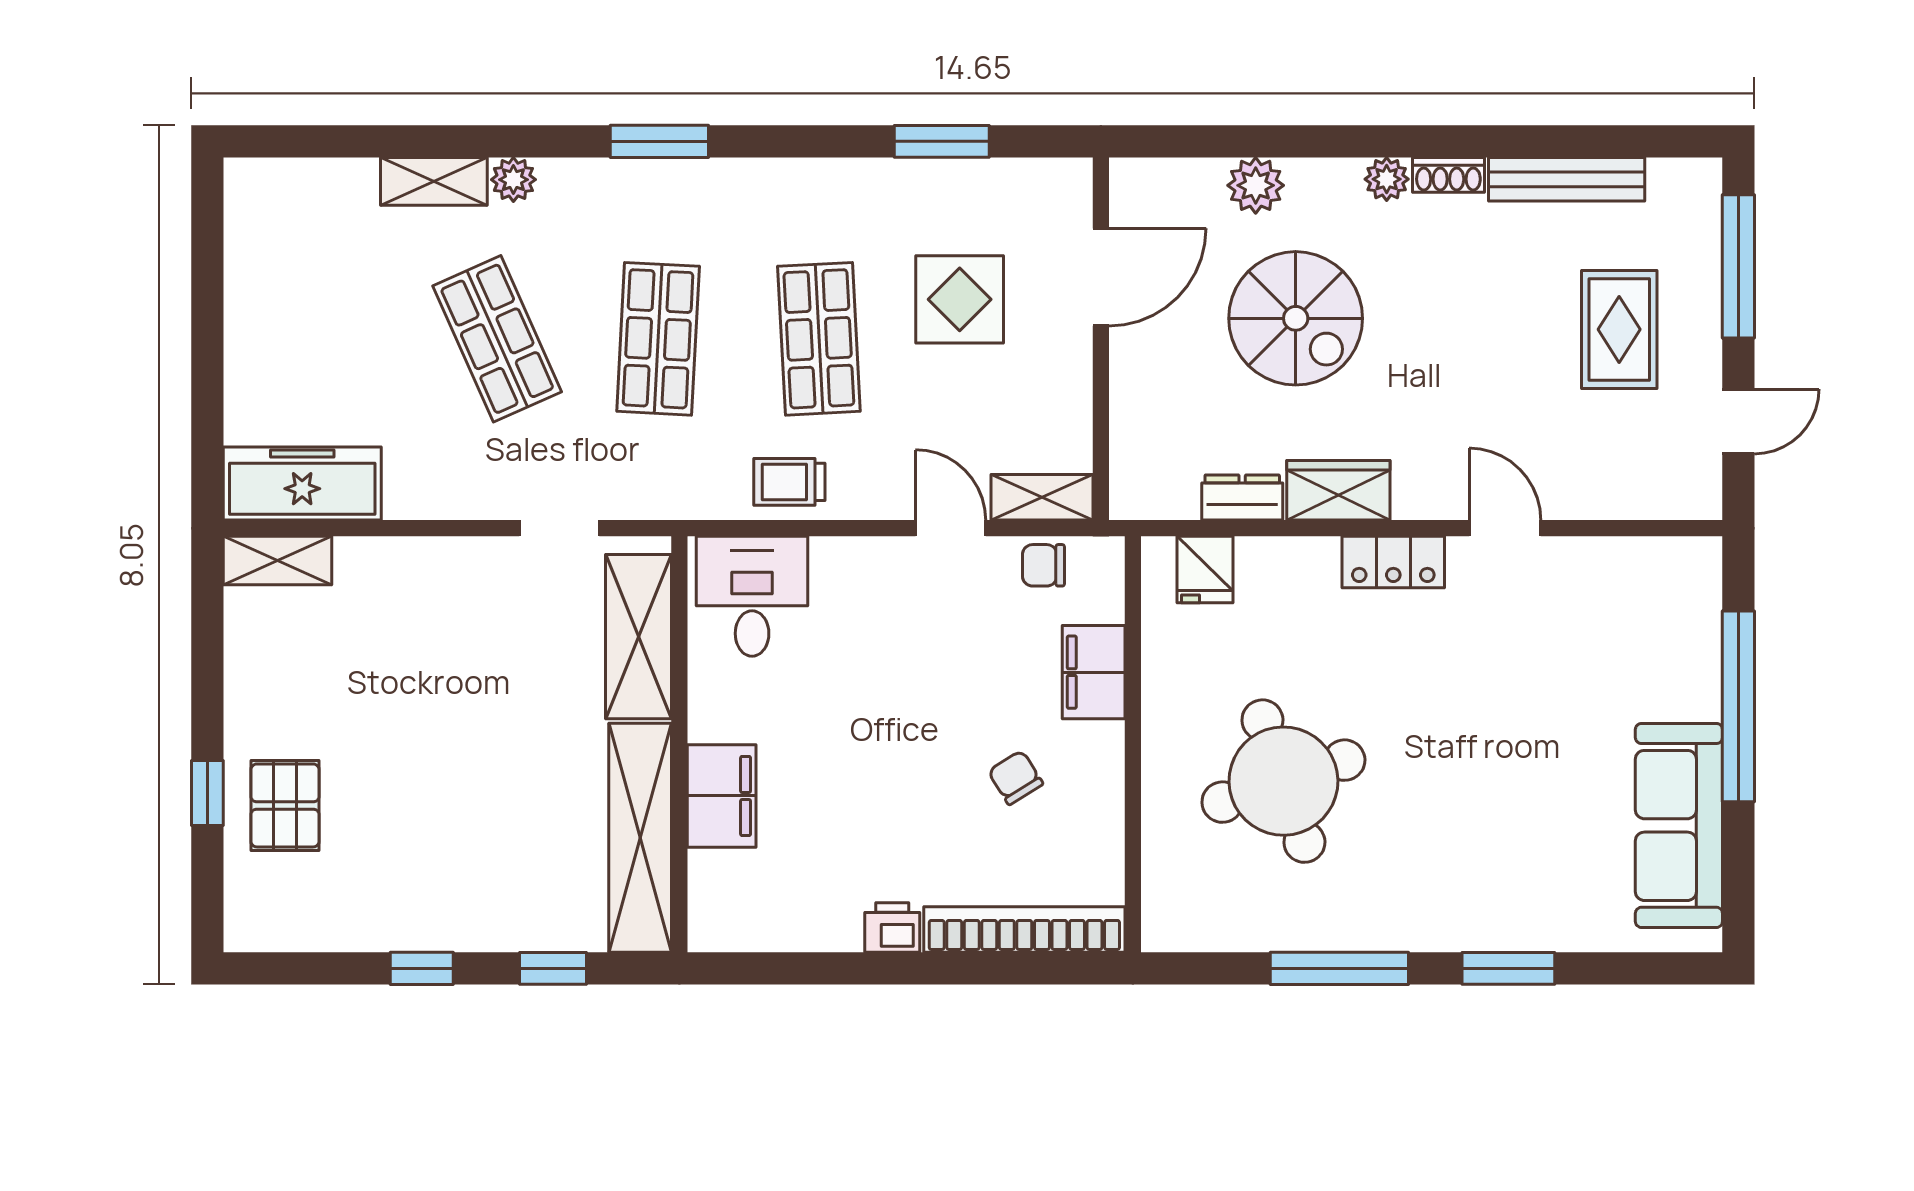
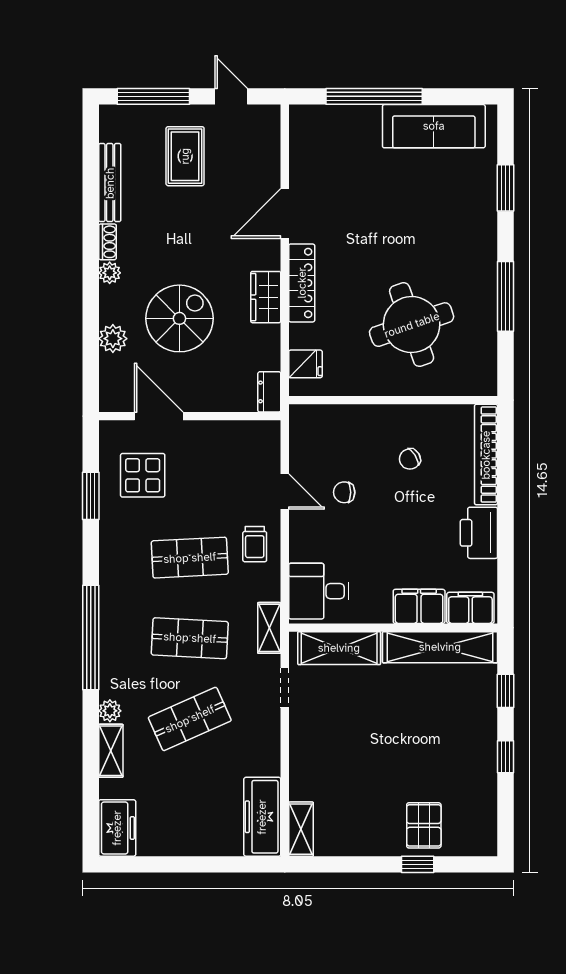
window: (659, 141) -> (91, 638), width x2.11
freezer: (280, 194) -> (117, 828), added
display table: (960, 299) -> (143, 475), moved
rug: (1619, 329) -> (185, 156), turned 90
trolley: (789, 482) -> (255, 544), moved
shelving: (1042, 497) -> (269, 628), moved
dresser: (1242, 497) -> (269, 392), moved
door: (951, 528) -> (285, 492), swing flipped
door: (1505, 528) -> (285, 213), width x1.38
locker: (1393, 562) -> (302, 283), width x1.53
chair: (1043, 565) -> (344, 492), moved, turned 90
filing cabinet: (1094, 672) -> (470, 608), moved, turned 180
pallet: (285, 805) -> (424, 825), turned 90
printer: (892, 927) -> (479, 533), width x1.87, depth x1.48
window: (1508, 968) -> (505, 188), moved

